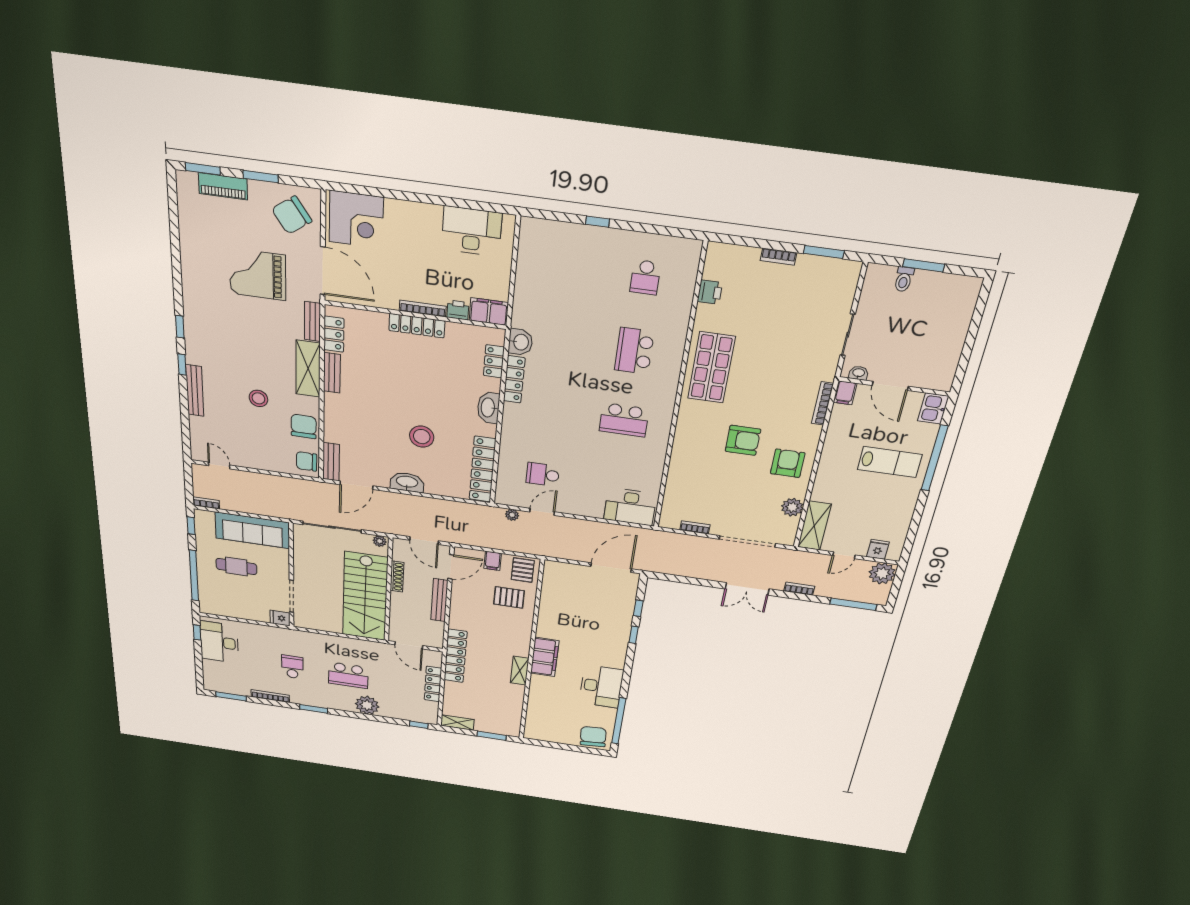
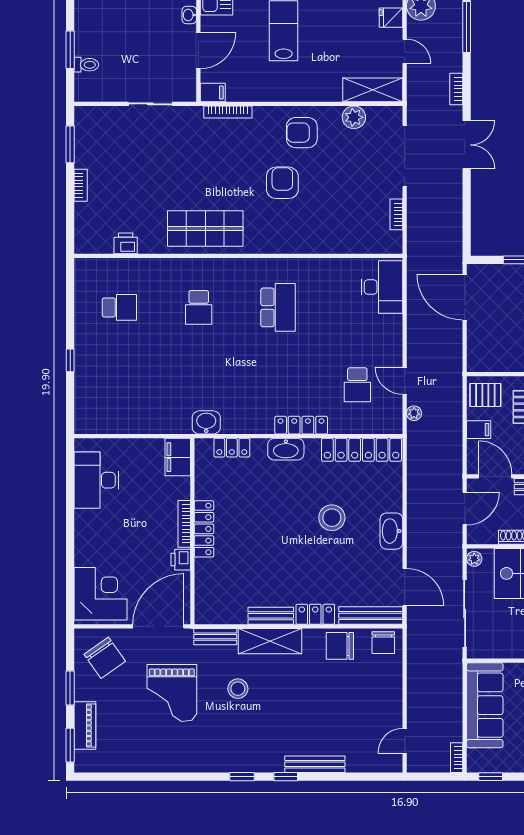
printer: (458, 310) -> (181, 560), moved
locker: (334, 334) -> (315, 614), moved
school desk: (634, 351) -> (199, 307), width x0.54
washbasin: (859, 373) -> (189, 15), moved
locker: (514, 379) -> (301, 425), moved
stool: (258, 398) -> (238, 689), moved
bench: (331, 462) -> (371, 616), width x1.36

